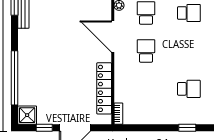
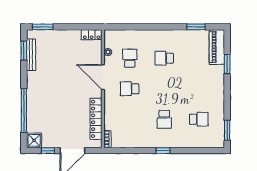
school desk: (189, 13) -> (164, 58), turned 180
school desk: (146, 51) -> (130, 89), turned -90
school desk: (189, 89) -> (164, 119), turned 90

